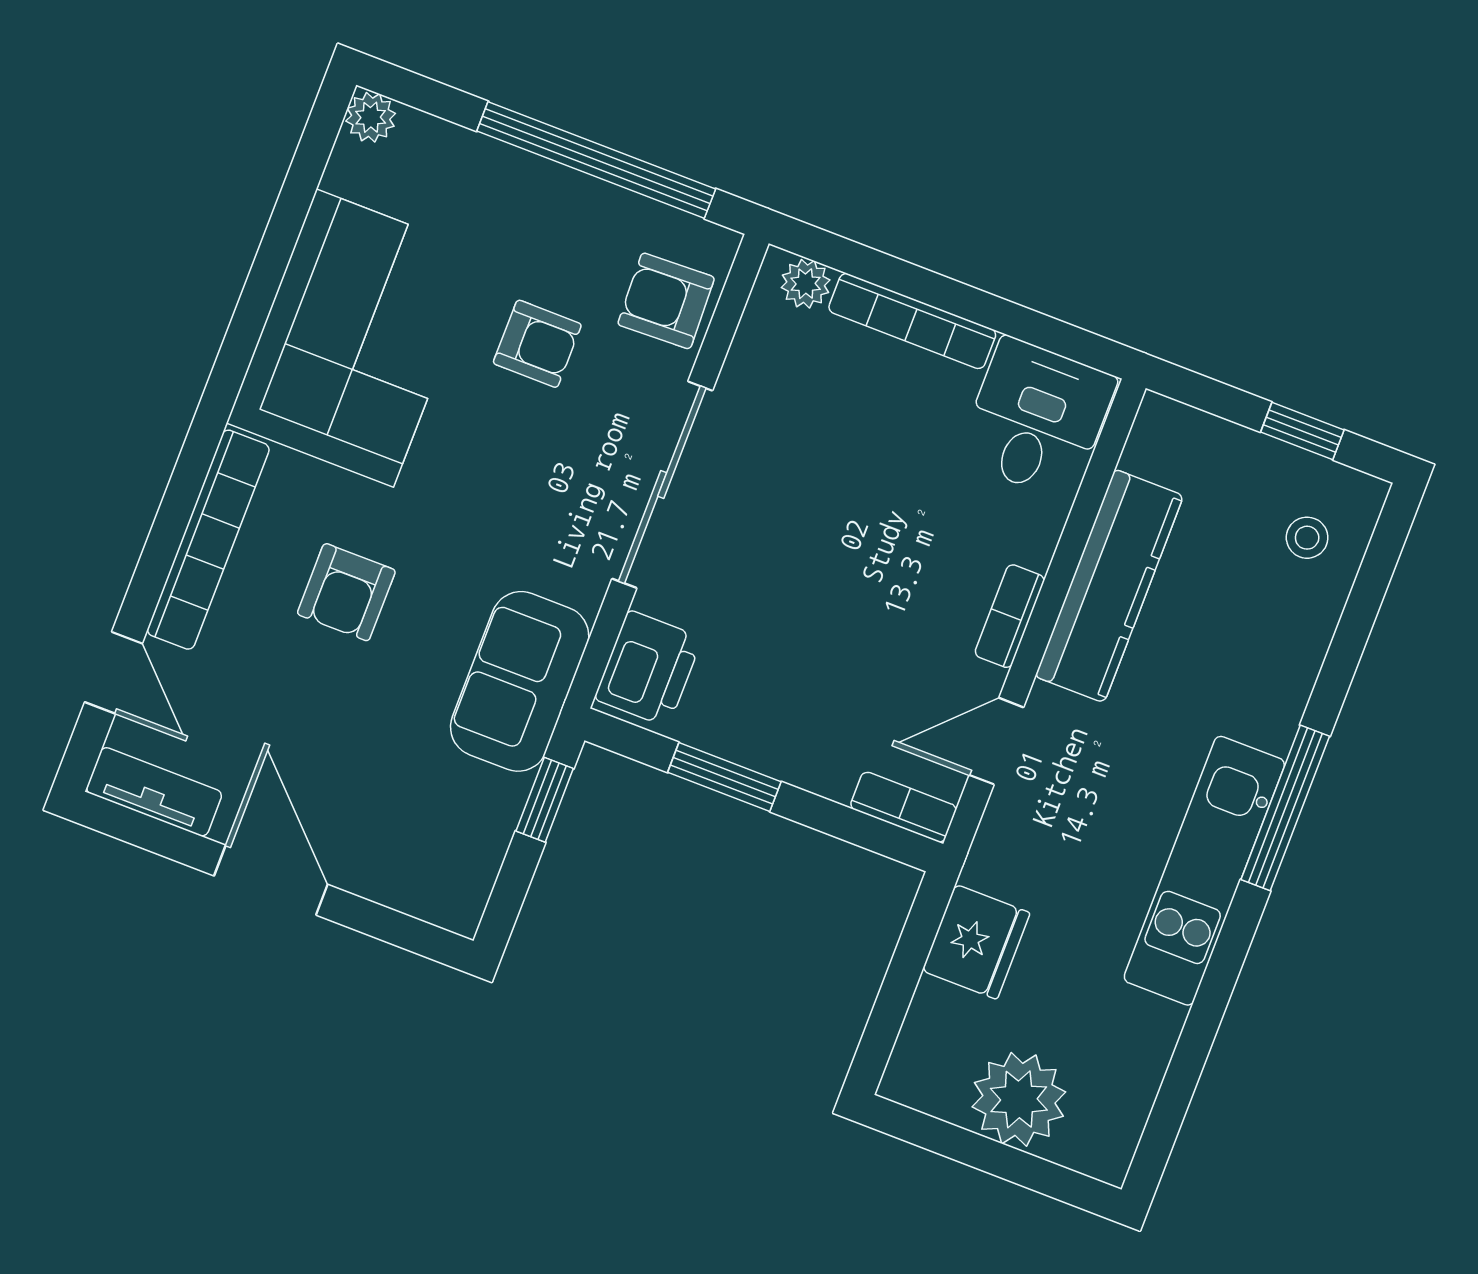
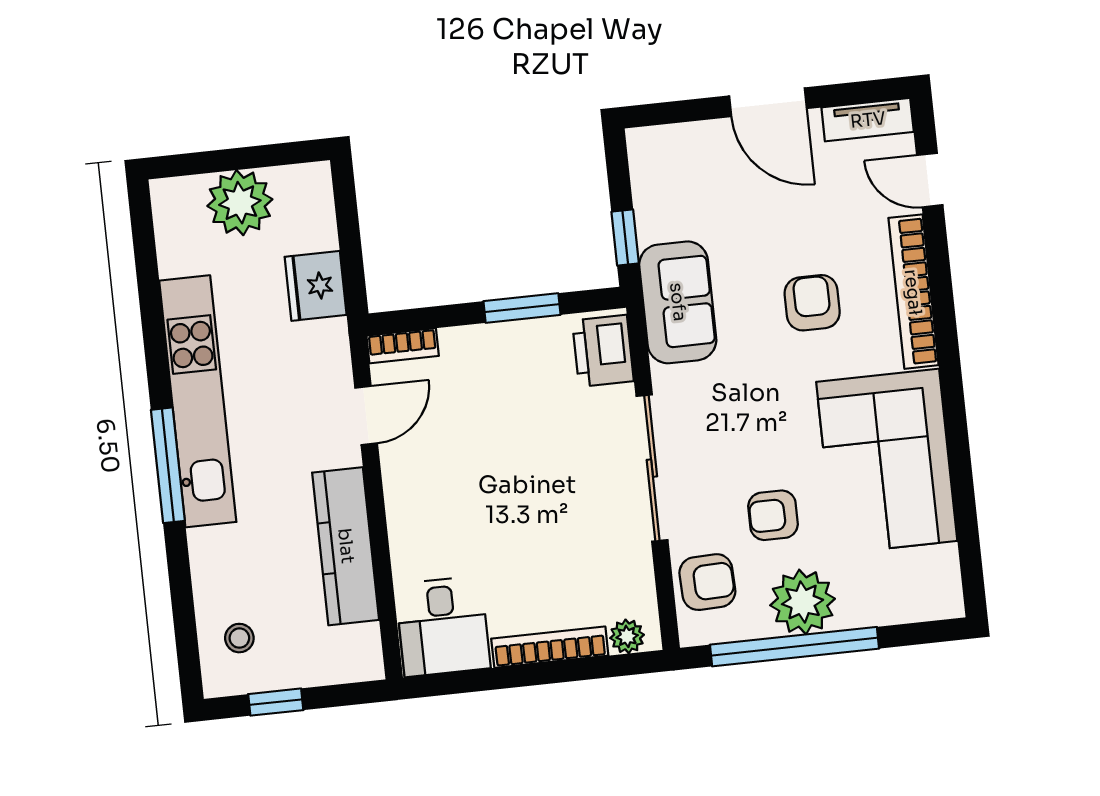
plant: (371, 117) -> (803, 602), moved, width x1.88, depth x1.88
bookcase: (1010, 616) -> (397, 496), removed
kitchen unit: (1204, 871) -> (198, 401), width x1.36

